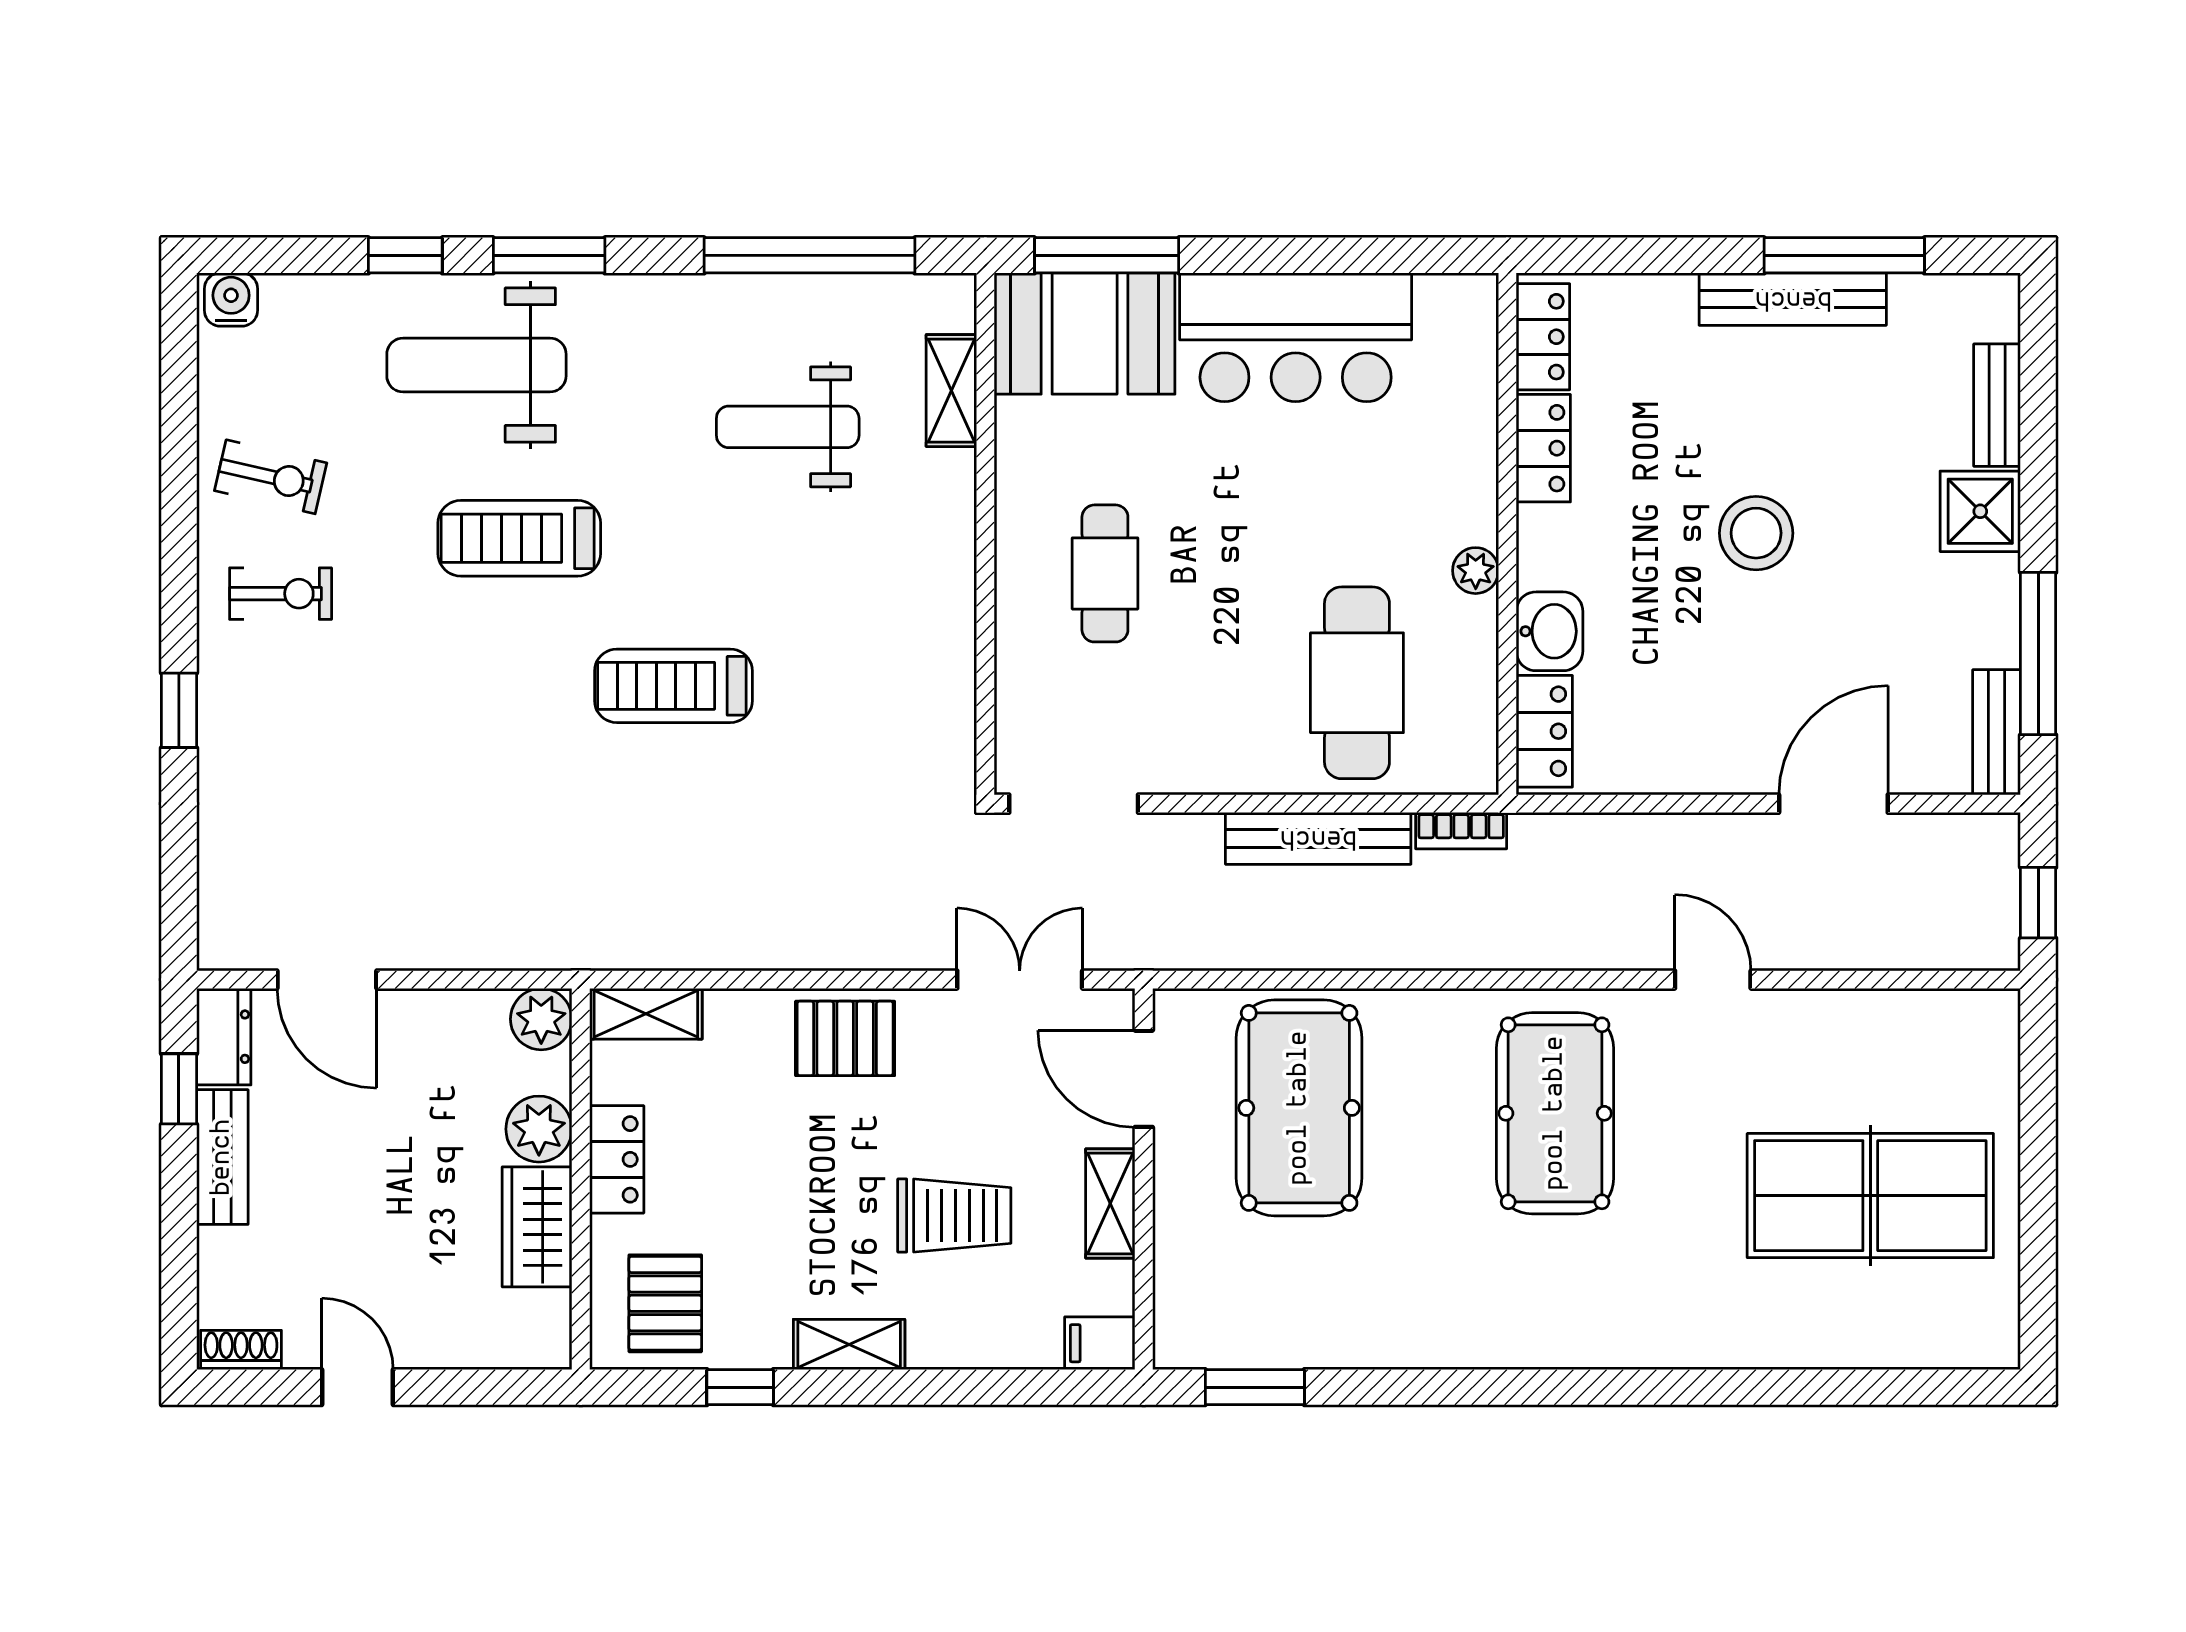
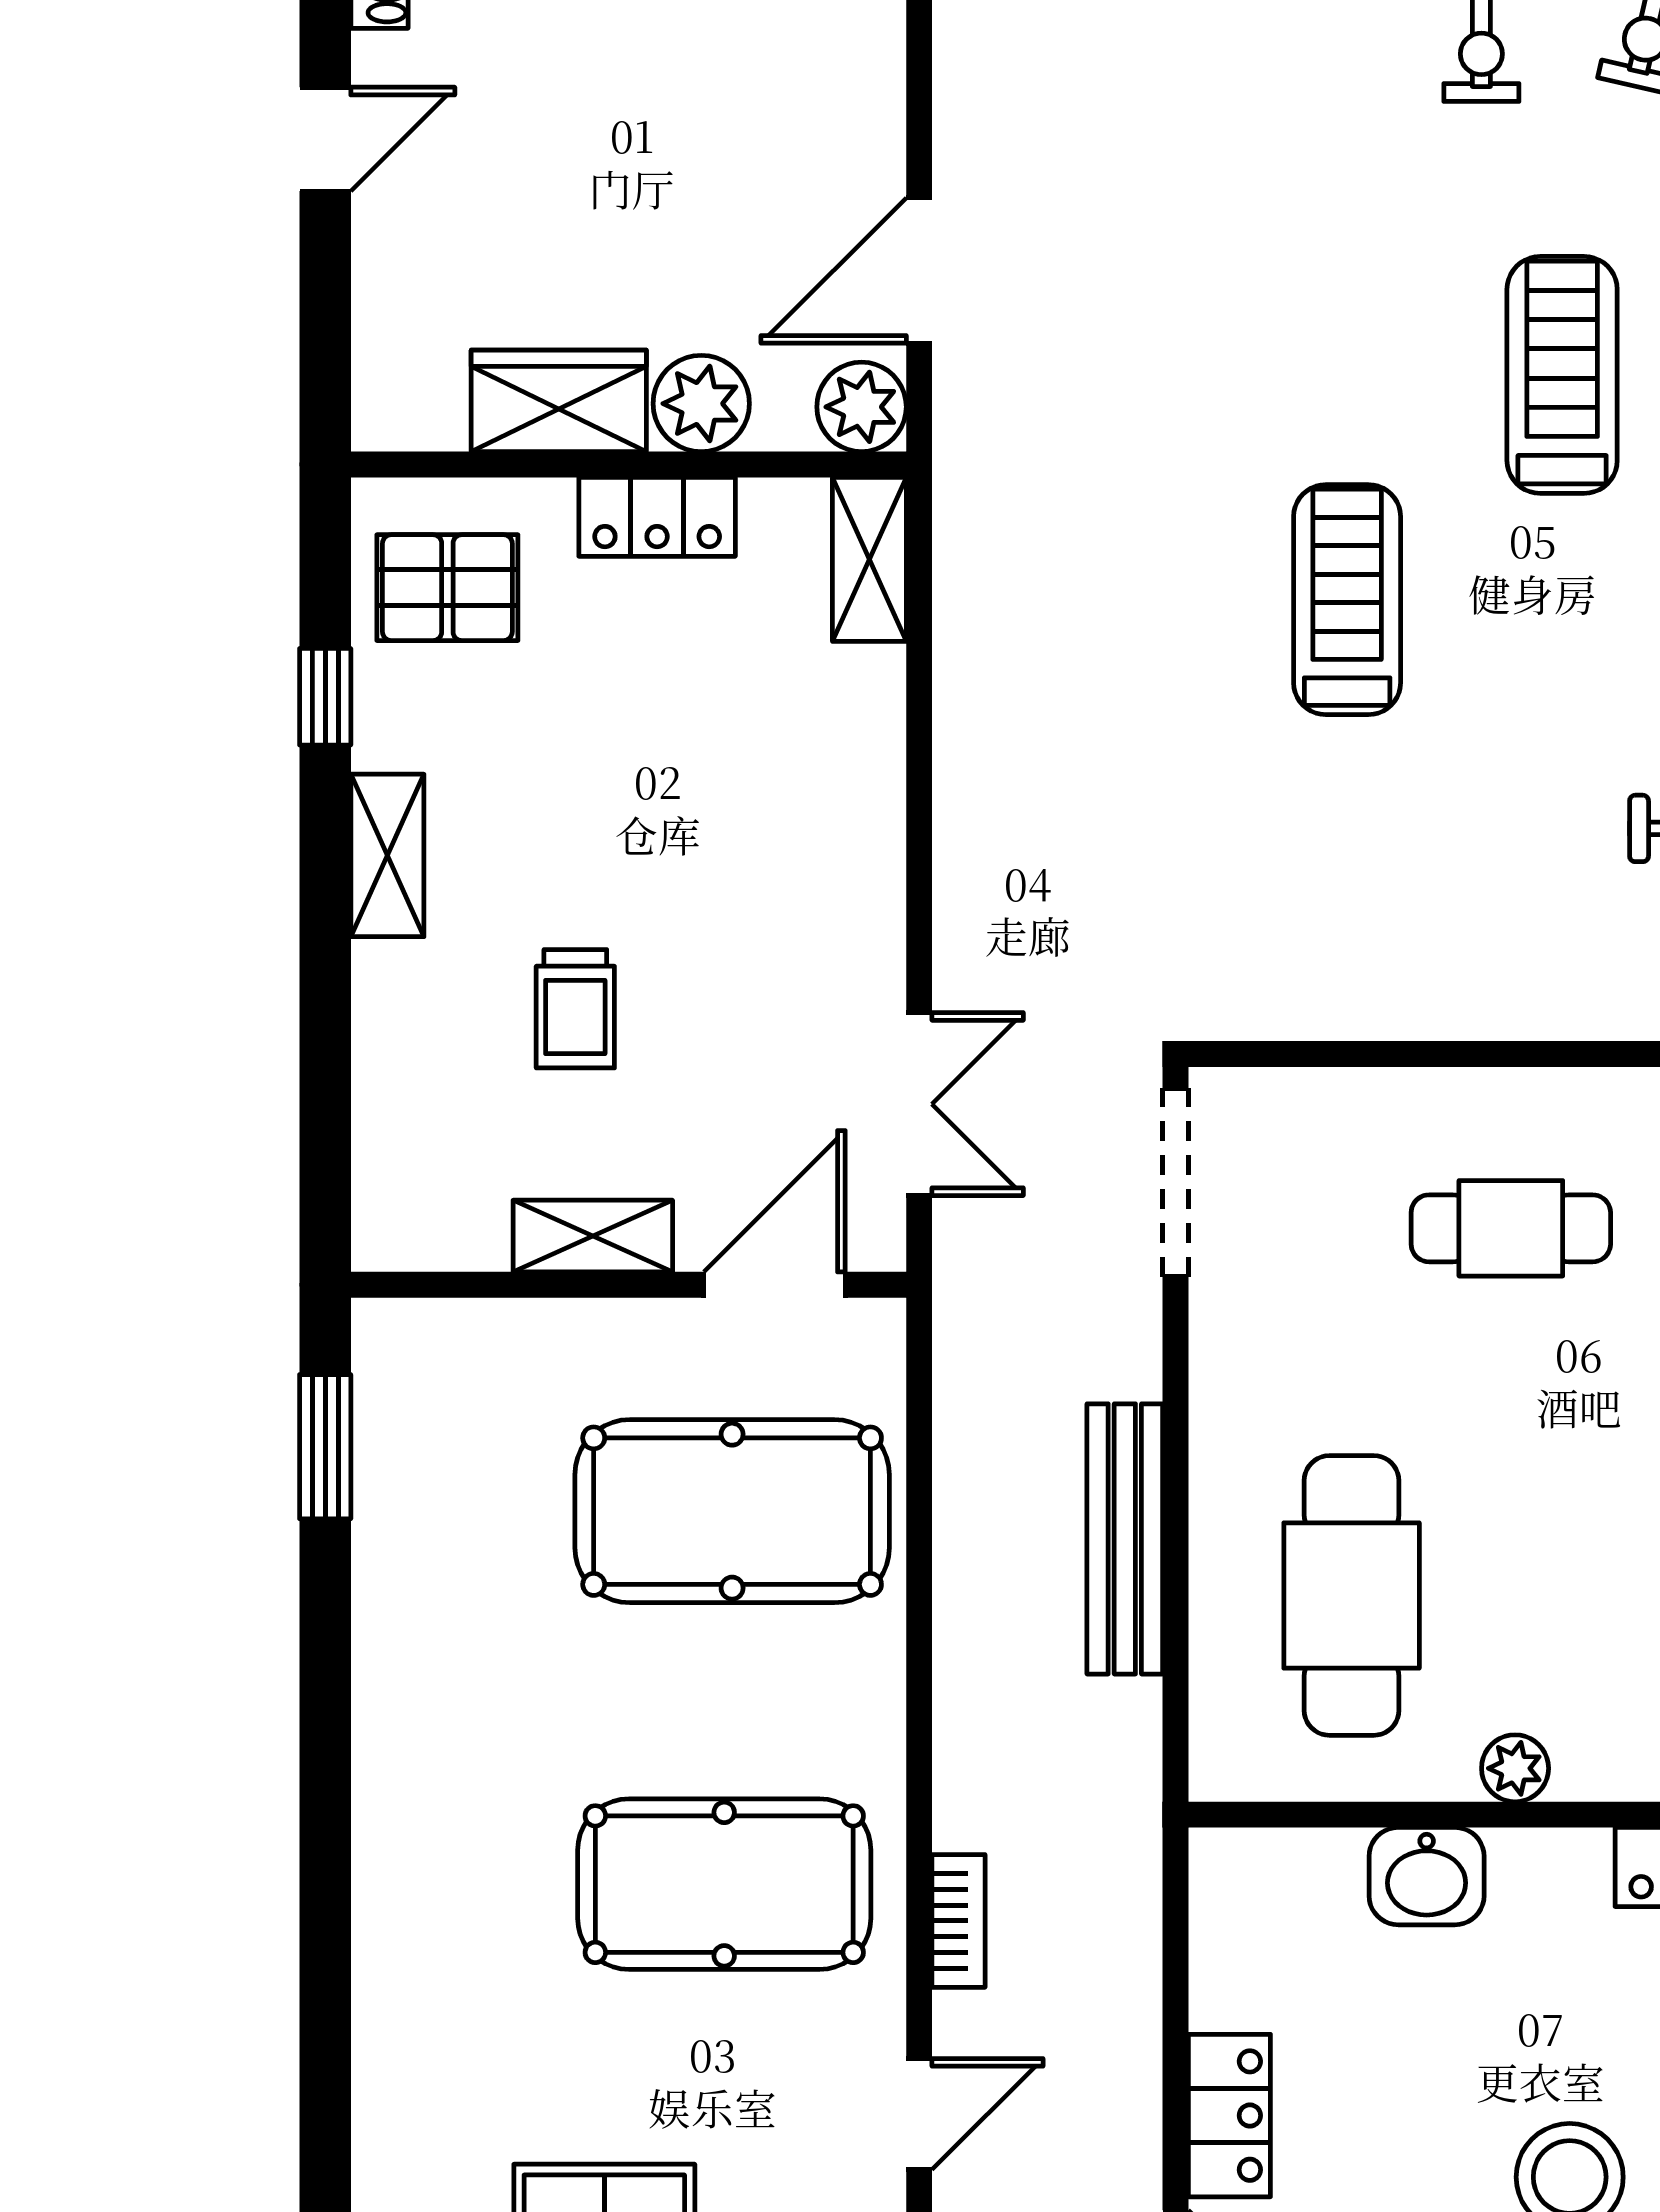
cafe table: (1357, 683) -> (1352, 1595), turned 90
locker: (1544, 731) -> (1229, 2116), moved, turned -90
bookcase: (1461, 831) -> (958, 1921), moved, turned 180
door: (327, 980) -> (919, 271), moved
pallet: (845, 1038) -> (833, 850), removed
trolley: (954, 1216) -> (575, 1009), width x0.73, depth x0.72
filing cabinet: (1100, 1343) -> (389, 1221), removed

